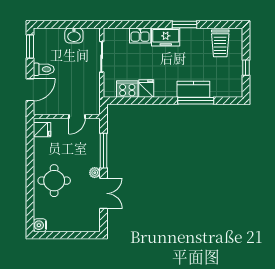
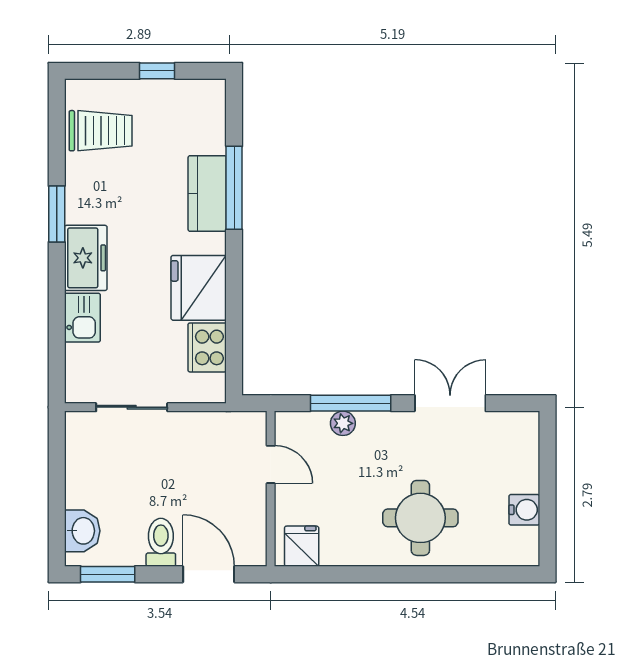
washbasin: (74, 36) -> (82, 531), moved
fridge: (146, 88) -> (199, 288), width x1.88, depth x1.34
plant: (95, 173) -> (343, 423), moved
water cooler: (40, 225) -> (524, 510), moved, turned -90

